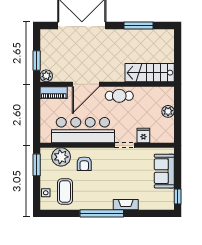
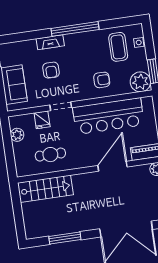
cafe table: (119, 96) -> (50, 155), moved
plant: (168, 111) -> (17, 135), moved
plant: (61, 157) -> (140, 82), moved
armchair: (84, 164) -> (102, 80), turned 90
armchair: (129, 179) -> (51, 70), added

